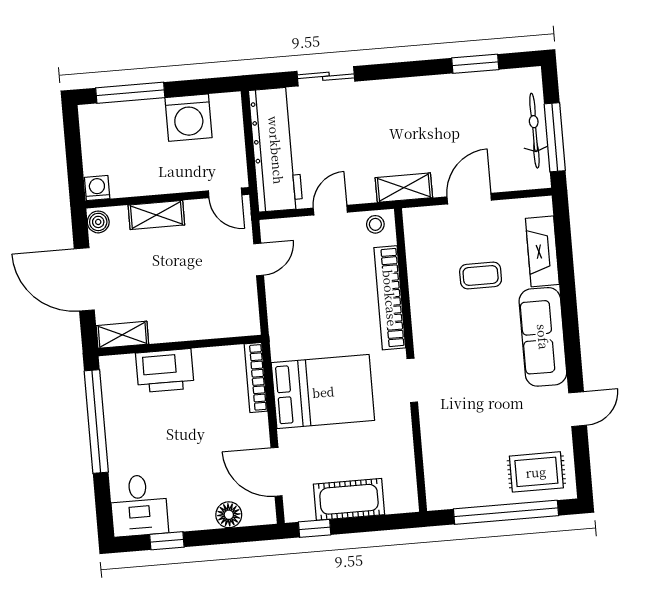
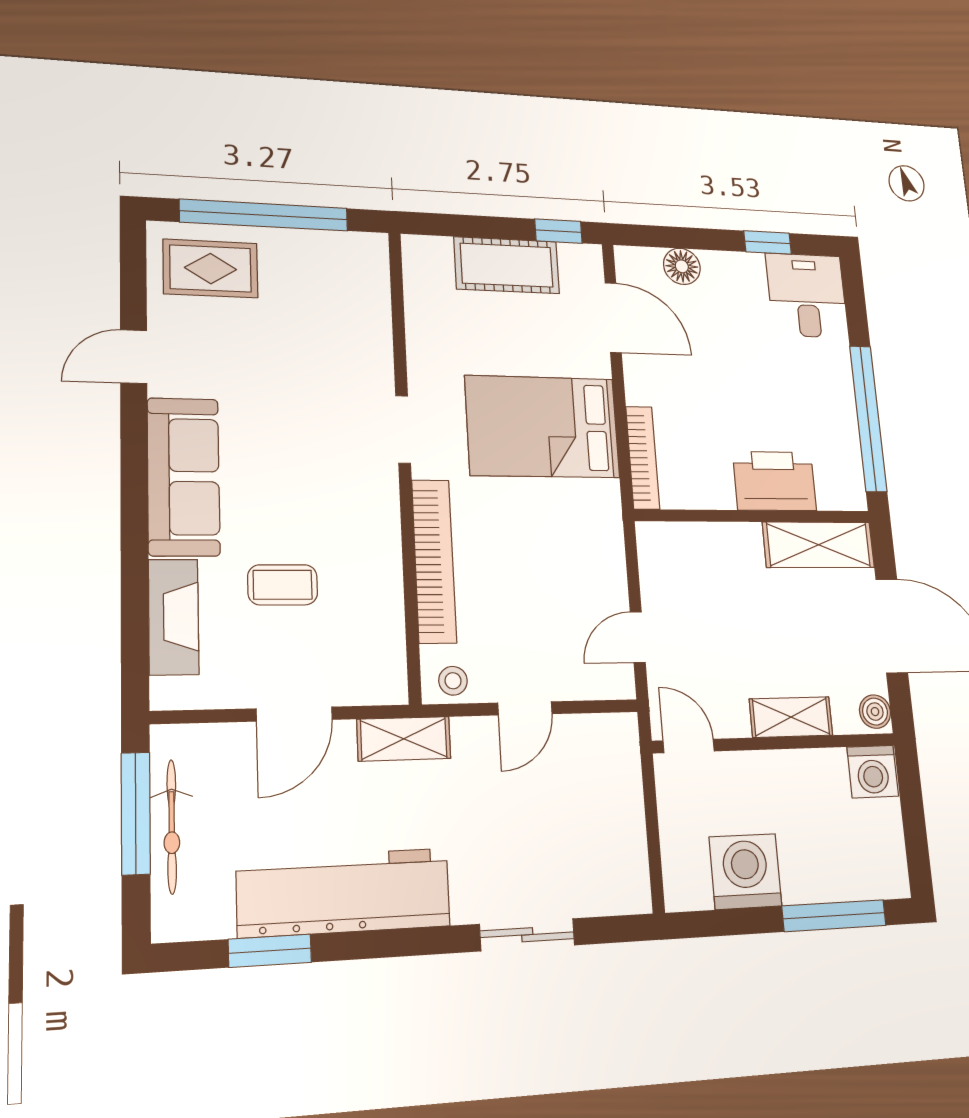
workbench: (276, 150) -> (344, 892), moved, turned 90
washing machine: (97, 188) -> (873, 772), width x1.38, depth x1.38
shelving: (122, 335) -> (818, 545), width x1.50, depth x1.33

